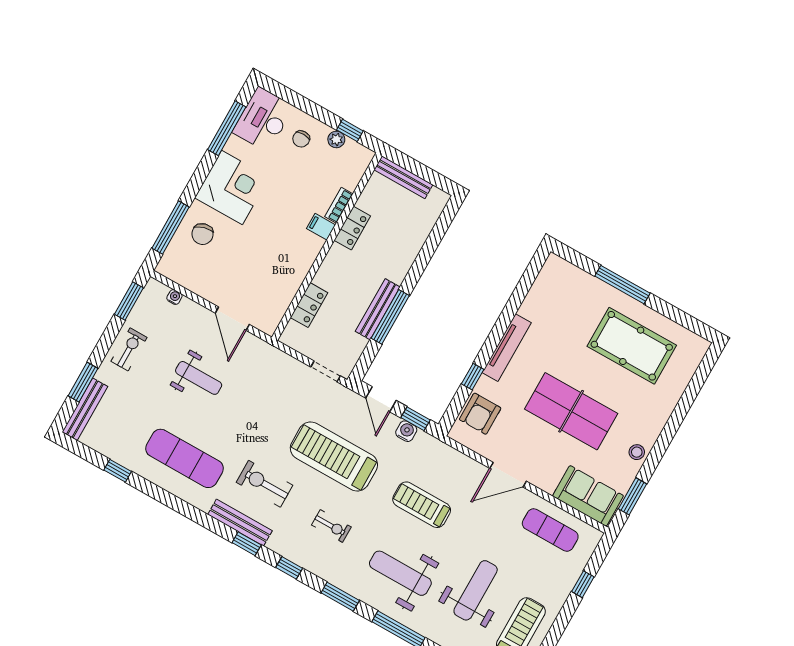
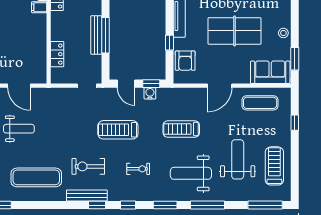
treadmill: (334, 456) -> (118, 130), width x0.73, depth x0.73

